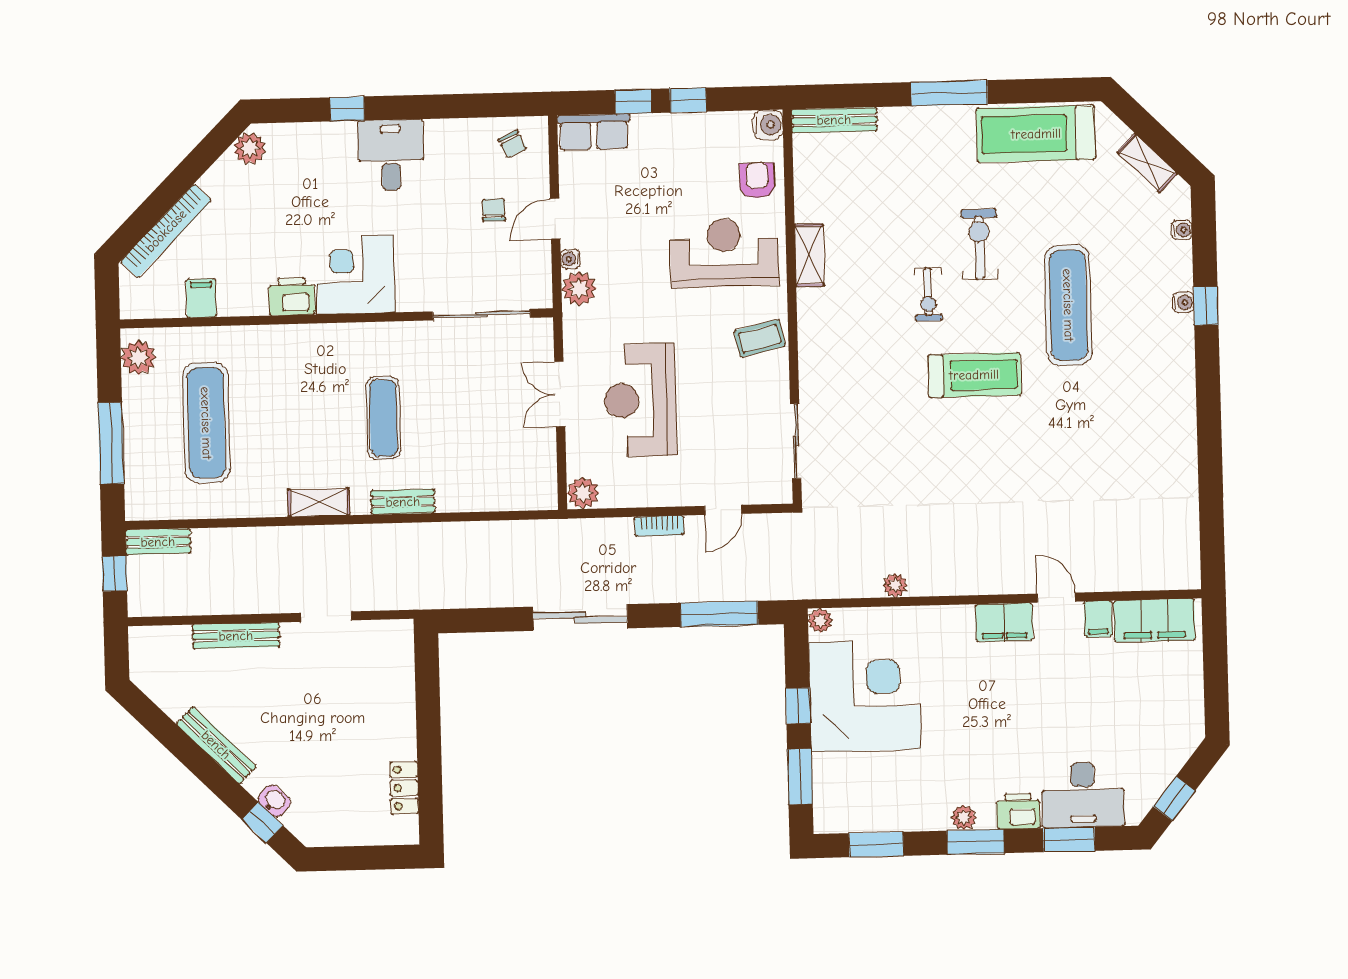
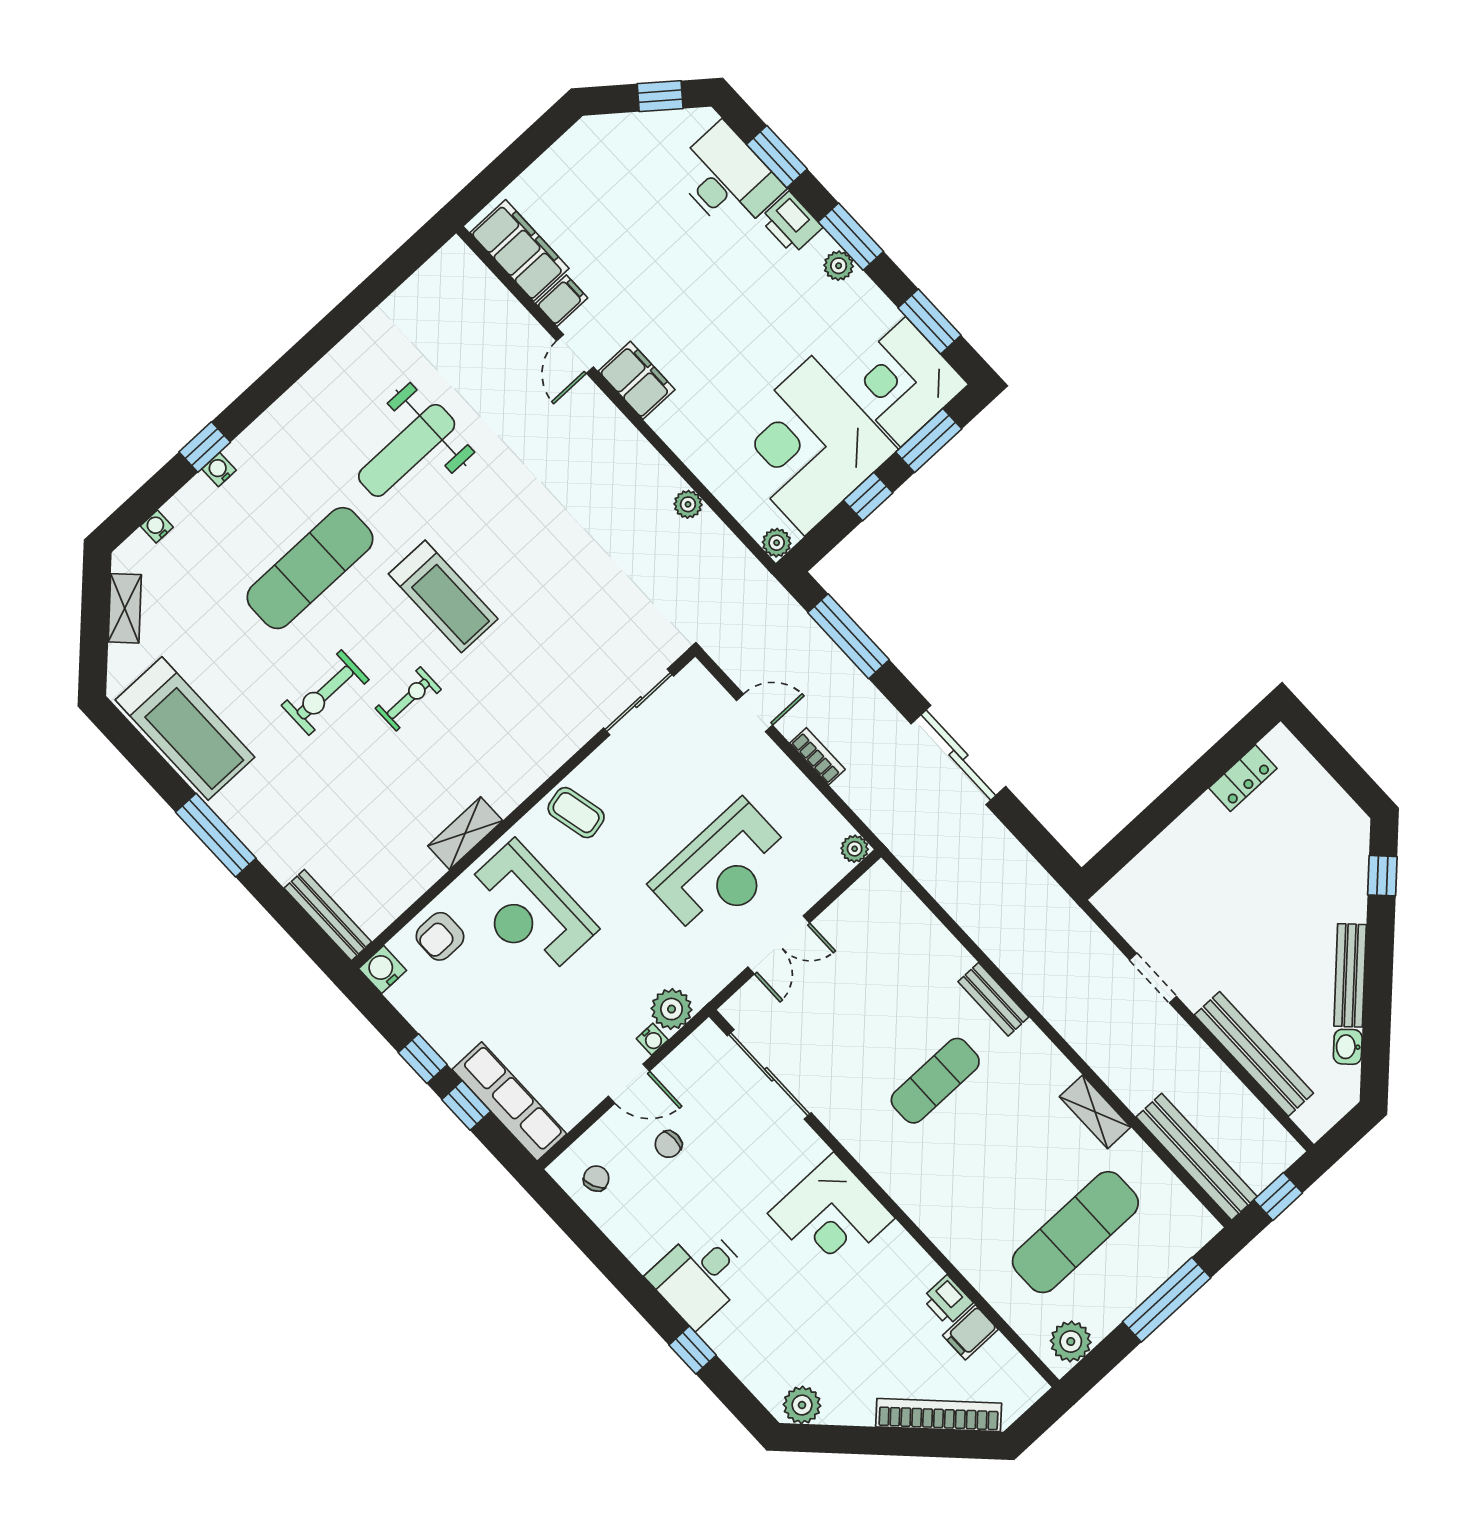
row of seats: (594, 132) -> (509, 1102), width x1.48
printer: (292, 296) -> (947, 1300), moved, width x0.73, depth x0.81
treadmill: (974, 375) -> (443, 596), turned 180
weight bench: (1089, 434) -> (407, 450), added
plant: (583, 493) -> (855, 849), width x0.73, depth x0.73
shelving: (319, 502) -> (1095, 1112), moved
bench: (158, 542) -> (1197, 1157), width x1.86, depth x1.21
bench: (236, 636) -> (1254, 1054), width x1.37, depth x1.21
corner desk: (852, 793) -> (903, 382), added
washbasin: (274, 801) -> (1348, 1047), moved

